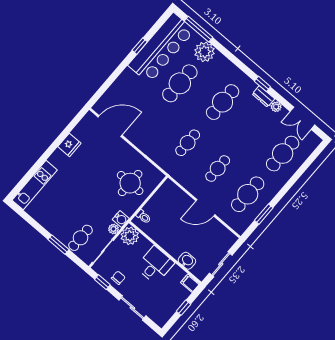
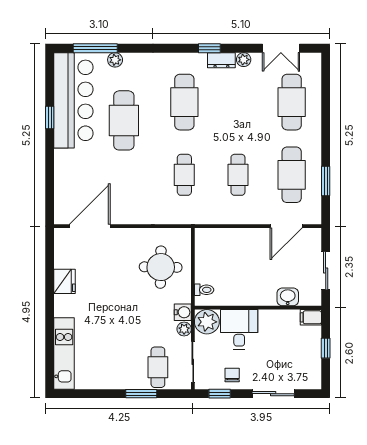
plant: (205, 52) -> (115, 60), width x0.53, depth x0.53
door: (205, 208) -> (286, 226), moved
desk: (155, 265) -> (239, 329), moved

